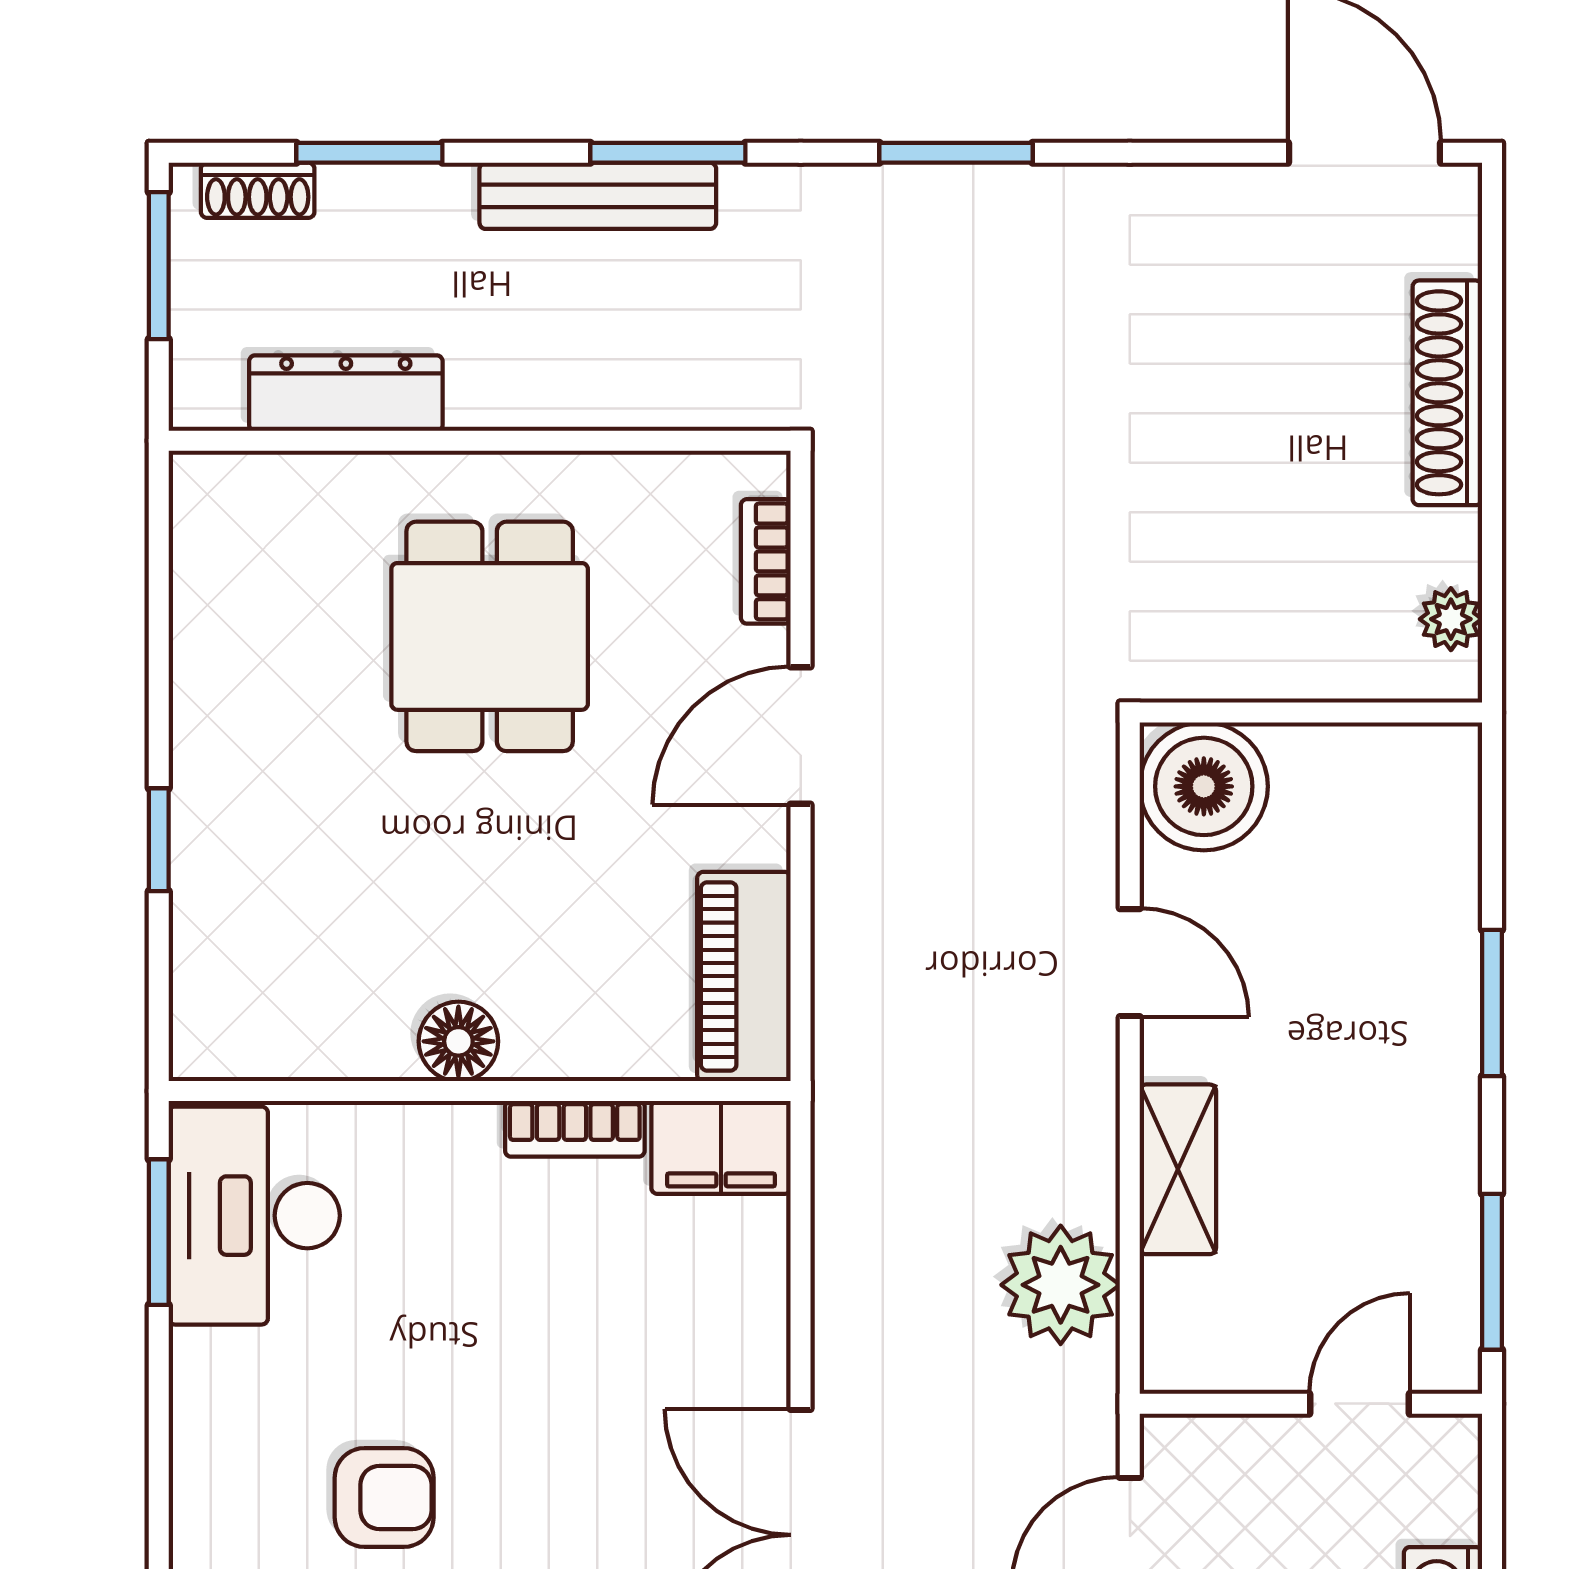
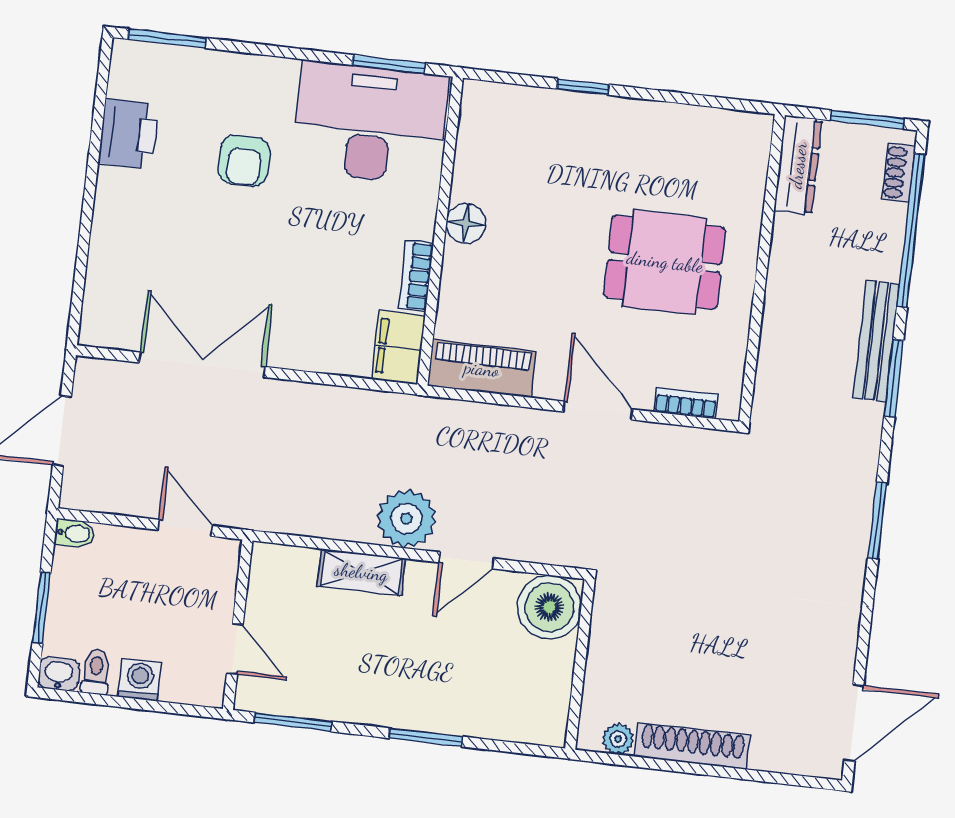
window: (369, 153) -> (911, 230), width x2.11
dresser: (346, 393) -> (798, 165), moved
shoe rack: (1447, 393) -> (693, 746), moved
desk: (254, 1216) -> (370, 123), width x1.36, depth x1.30
plant: (1061, 1285) -> (406, 519), moved

